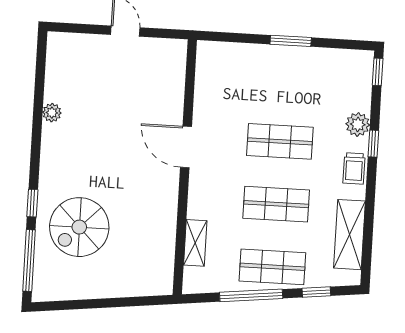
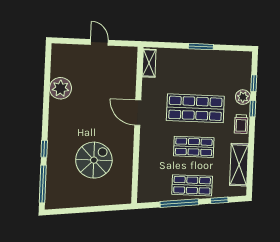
window: (378, 72) -> (254, 83), moved
plant: (52, 113) -> (60, 88), width x1.88, depth x1.88
shop shelf: (280, 141) -> (195, 108), width x1.43, depth x1.36
spiral stairs: (79, 227) -> (94, 160), moved, turned 180
shelving: (195, 243) -> (149, 63), moved

